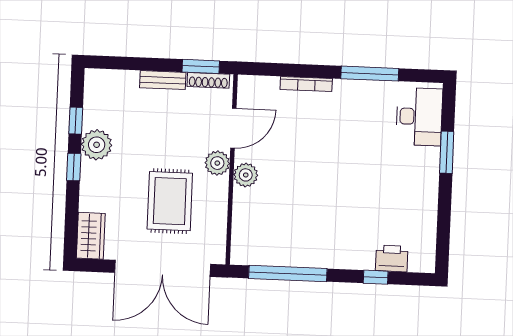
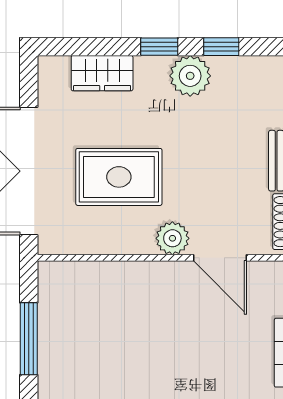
plant: (246, 175) -> (158, 277), removed
wardrobe: (91, 236) -> (102, 73), moved
window: (288, 274) -> (29, 339), width x0.68

